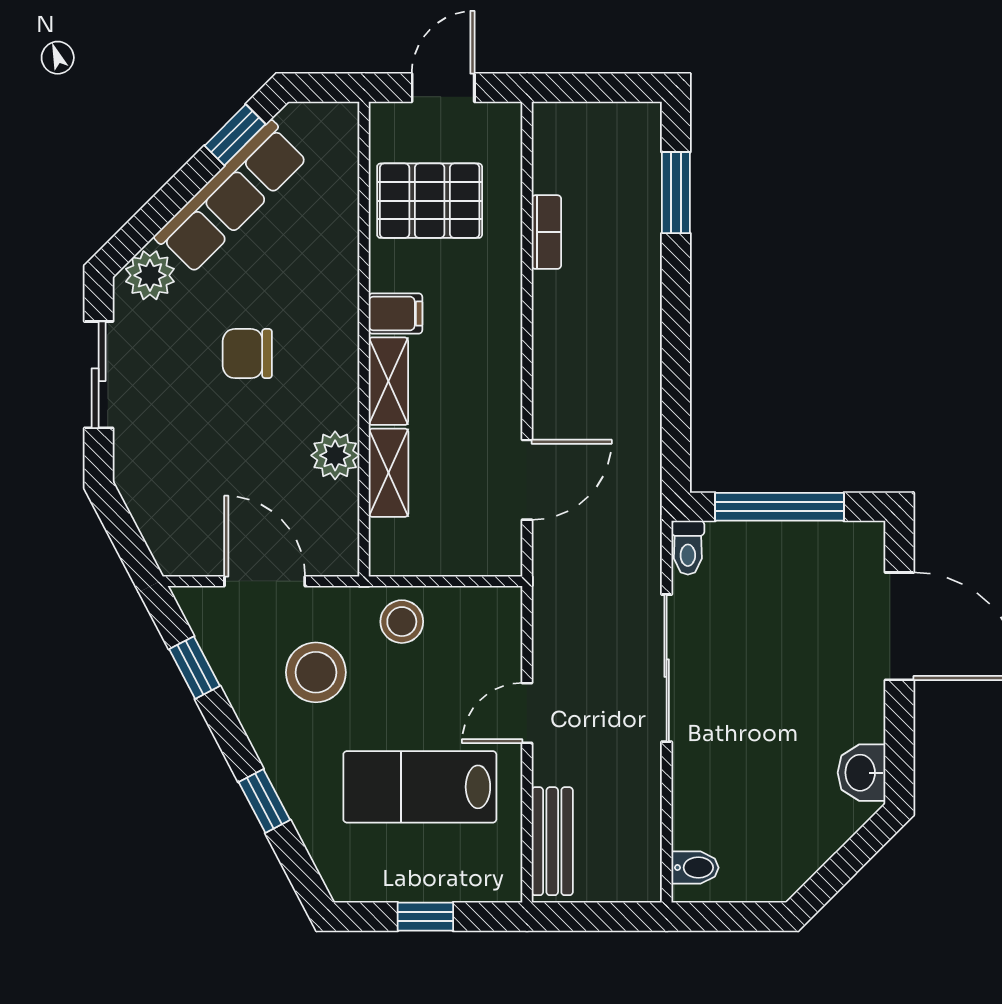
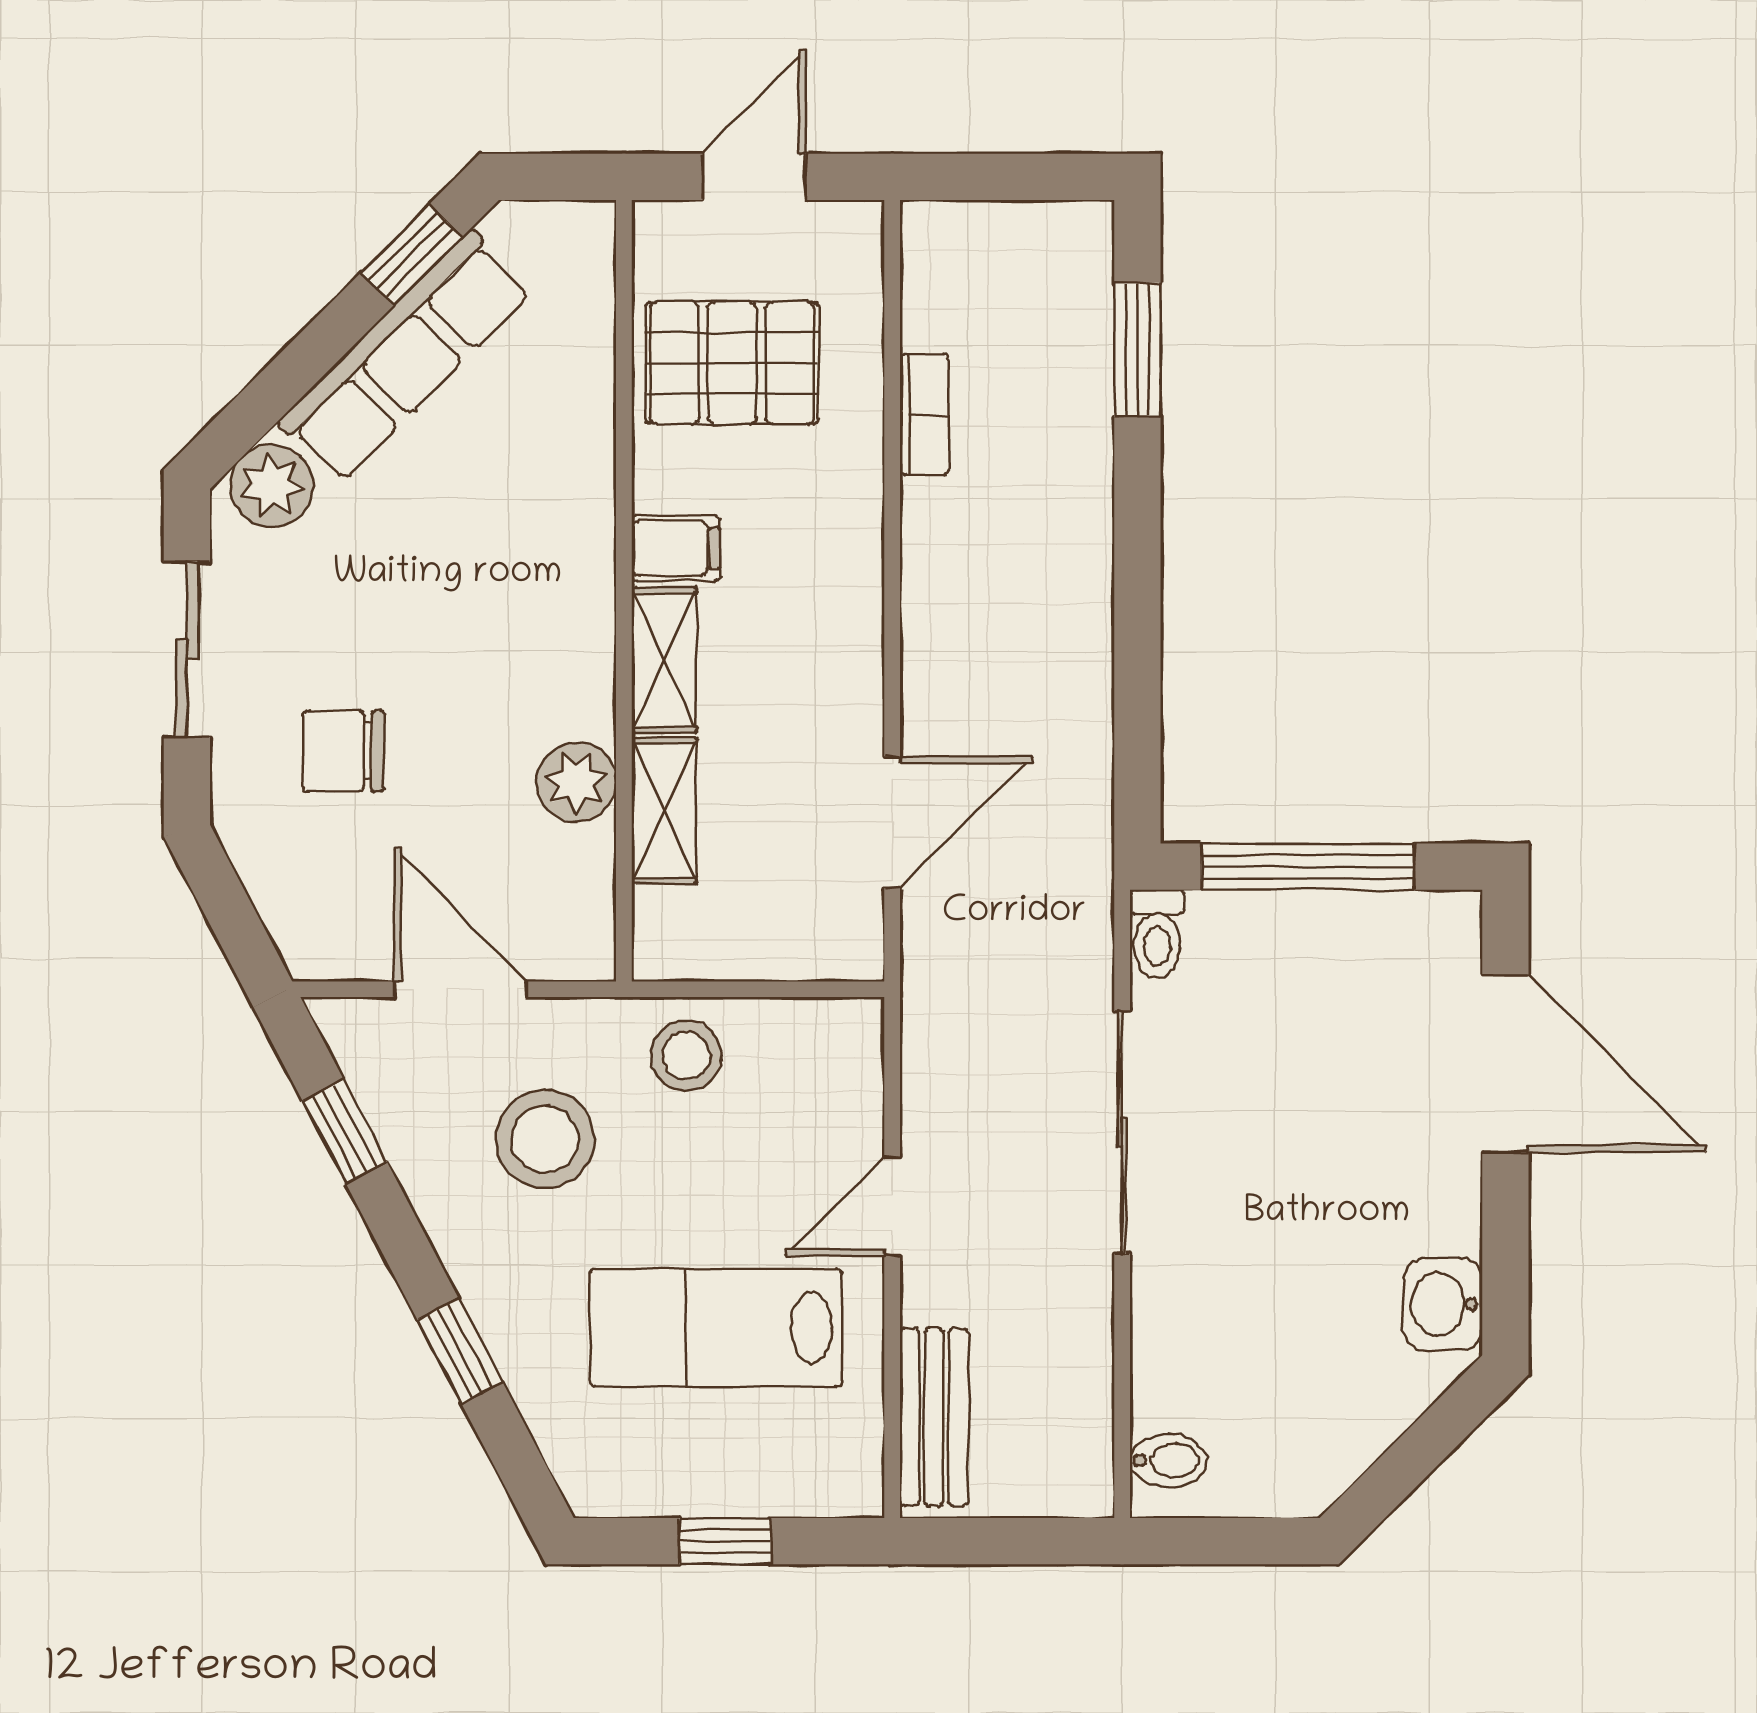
chair: (247, 354) -> (344, 751), moved

